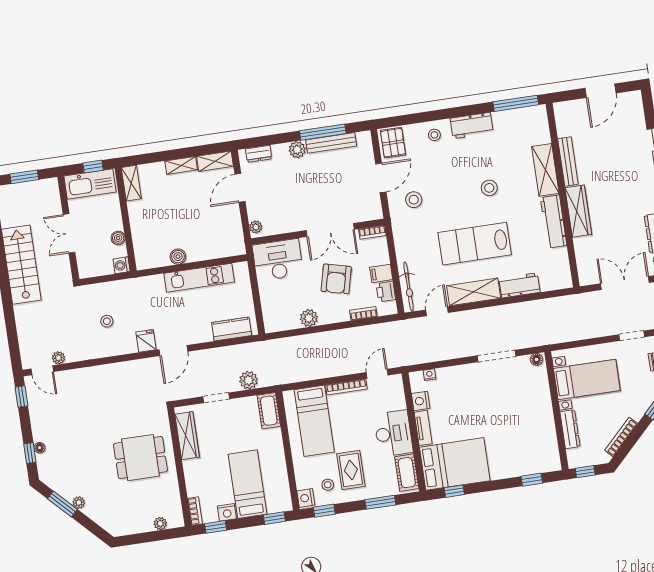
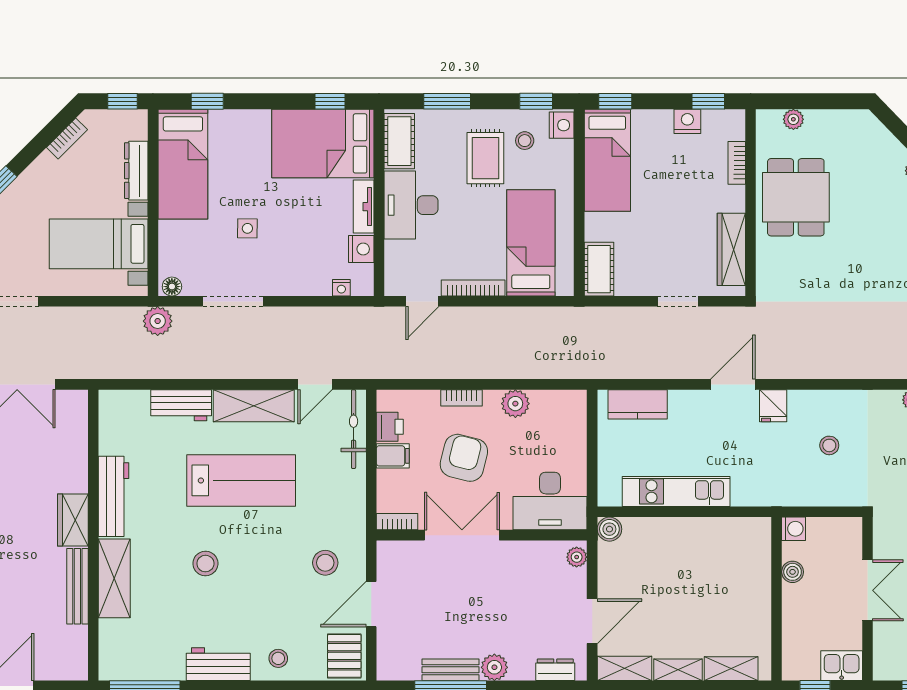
bench: (331, 143) -> (451, 670), width x0.73
shelving: (131, 183) -> (731, 669), moved, turned 90
kitchen sink: (90, 184) -> (842, 666), width x0.53, depth x0.81
wardrobe: (578, 211) -> (73, 520), width x0.67
boiler: (178, 257) -> (609, 529), moved
bookcase: (363, 313) -> (462, 398), moved
plant: (249, 380) -> (158, 321), moved
side table: (494, 403) -> (247, 228), added
bookcase: (621, 437) -> (67, 138), width x0.64
bed: (541, 438) -> (183, 164), added
dining table: (140, 458) -> (796, 197), moved, turned 90
bed: (248, 484) -> (607, 160), moved
bookcase: (195, 511) -> (737, 163), moved

